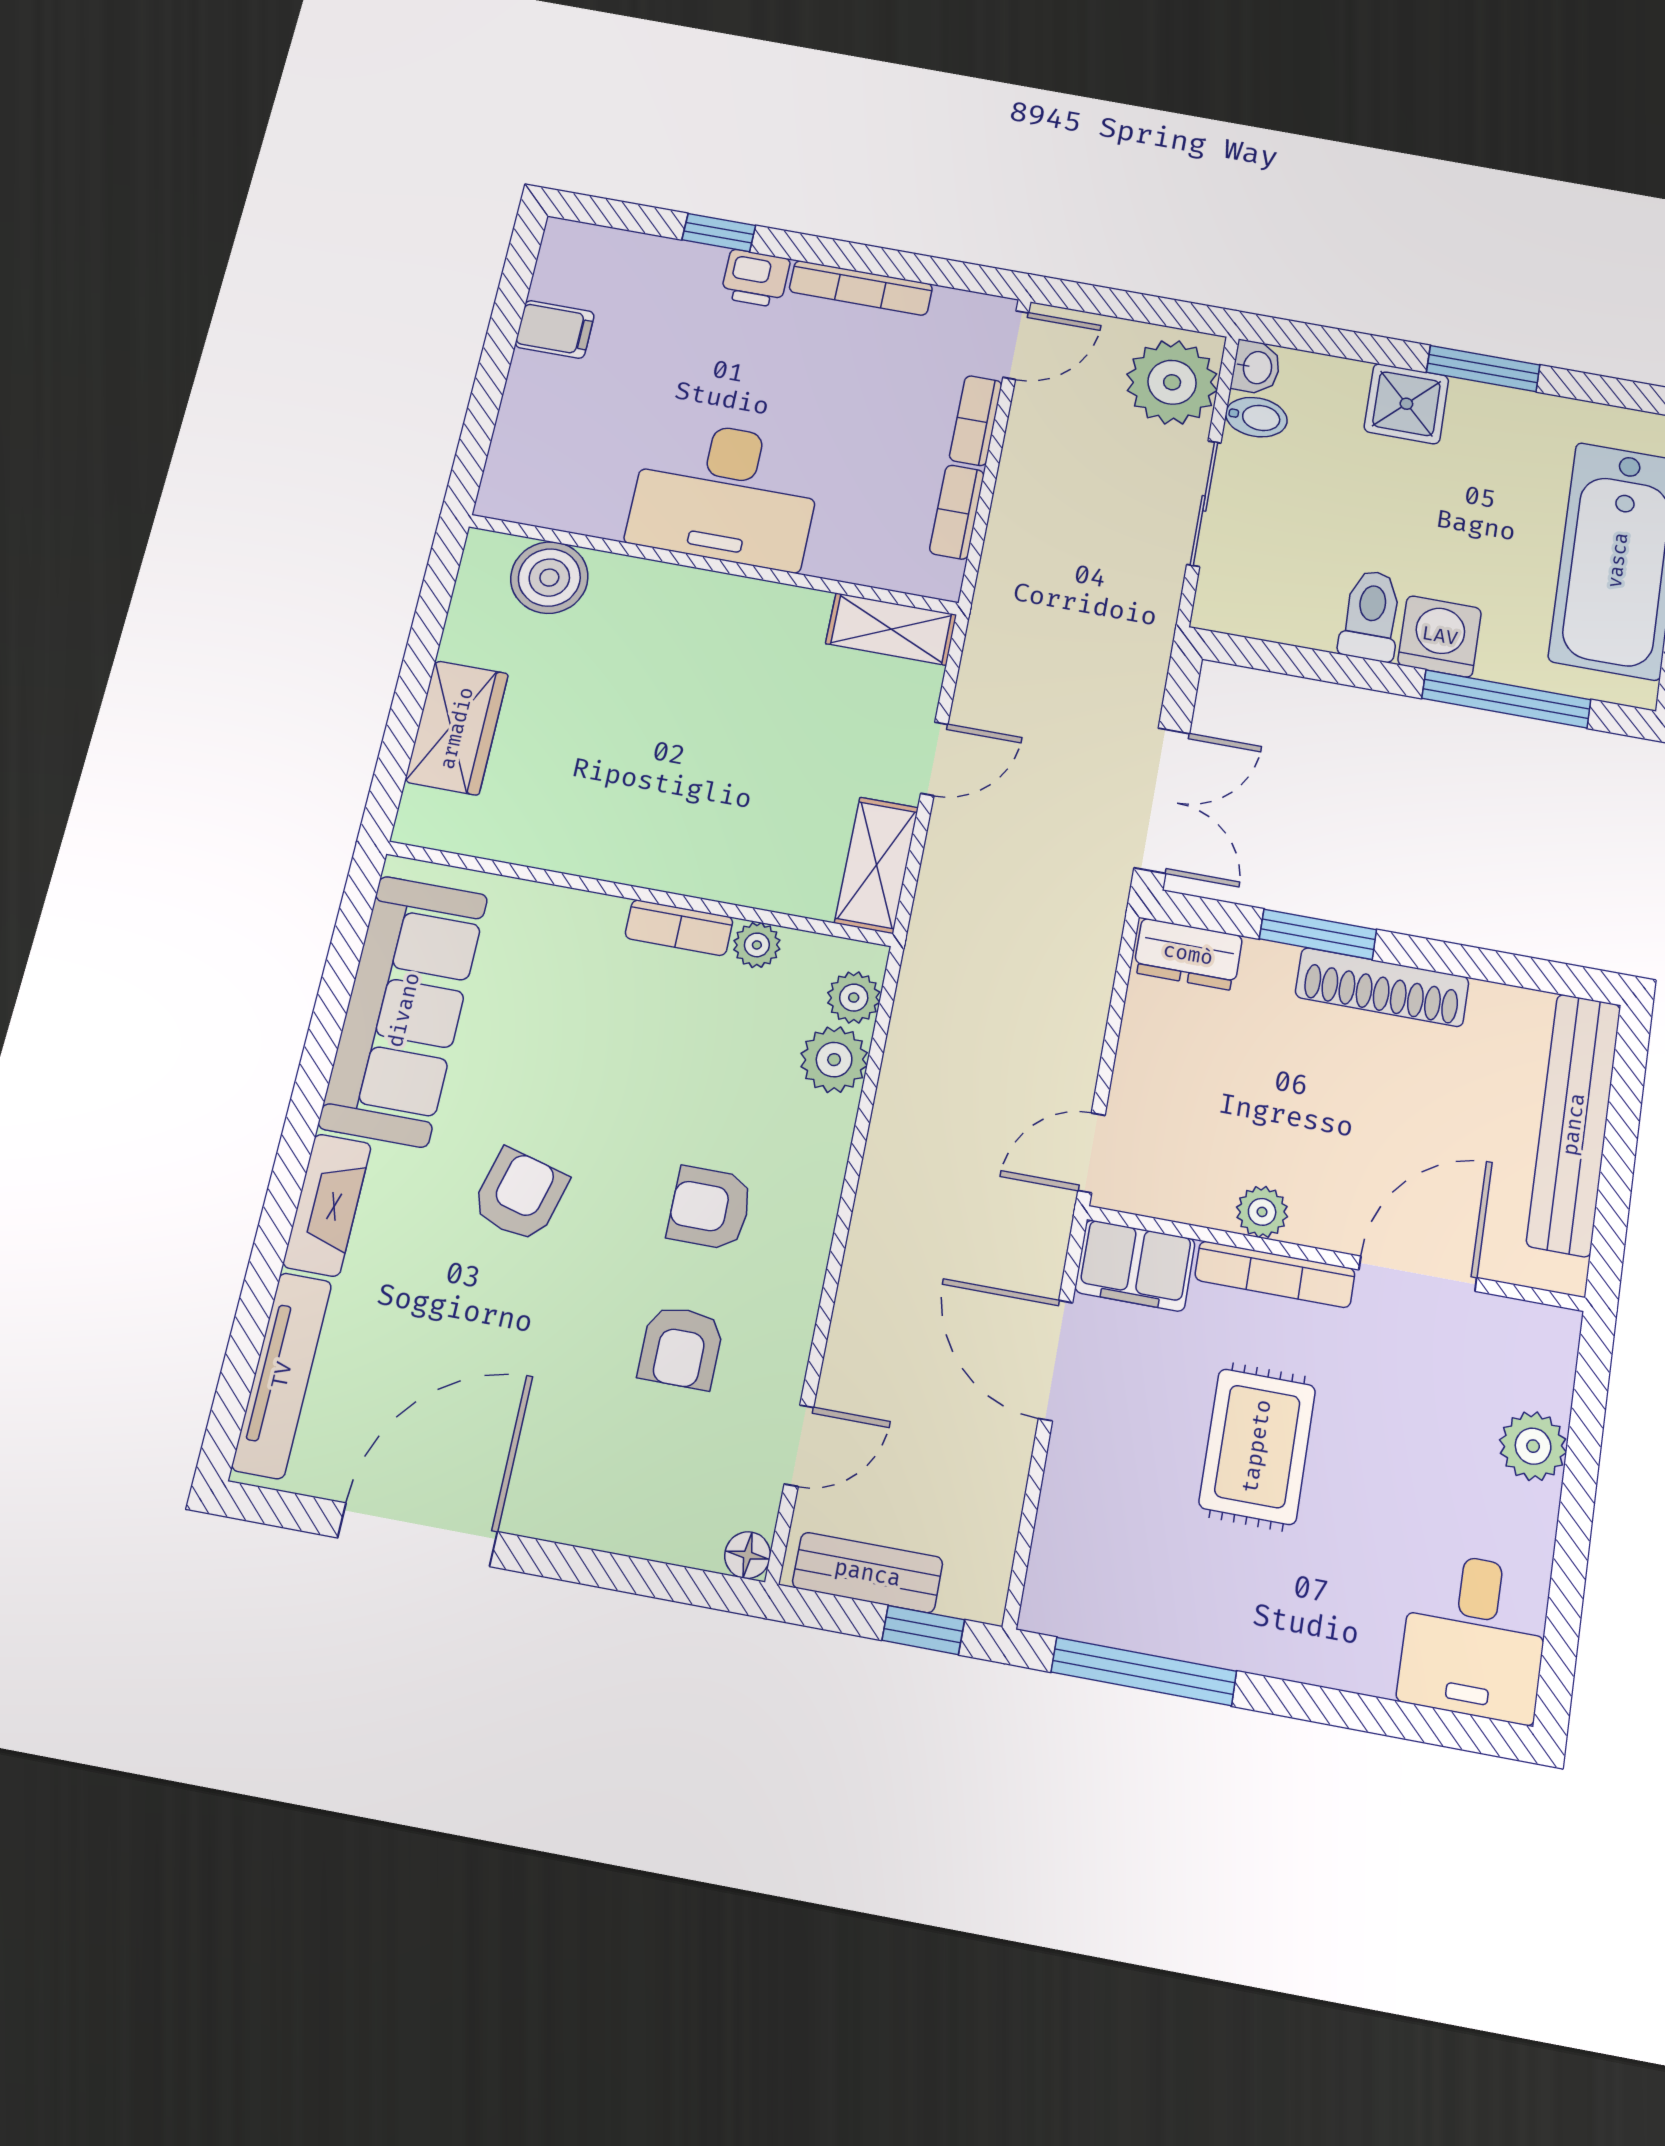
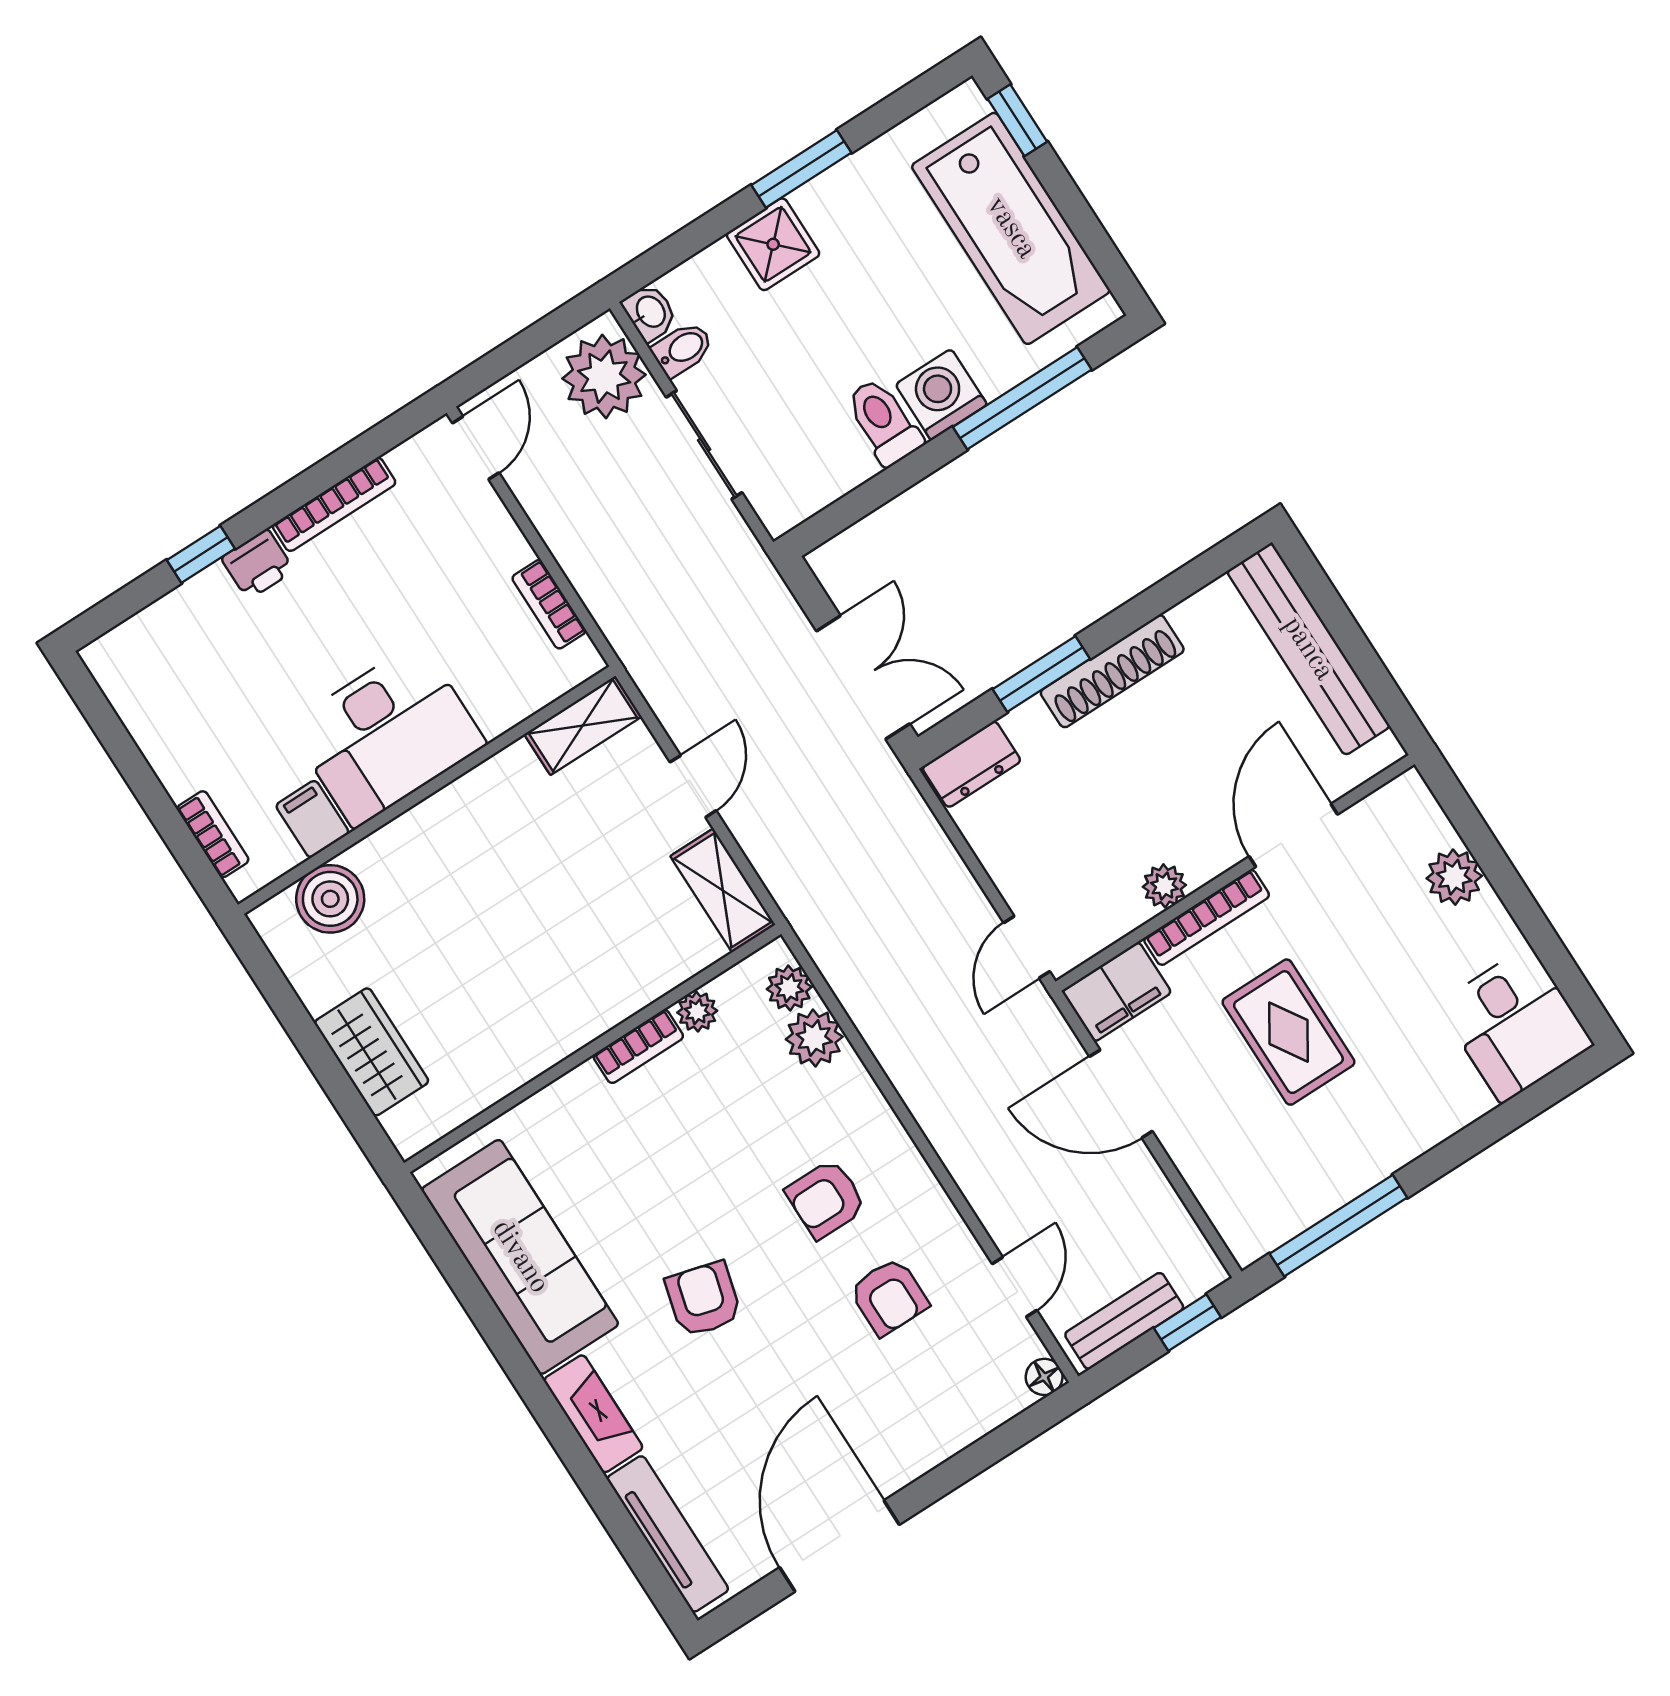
filing cabinet: (555, 329) -> (312, 819), moved, turned -90
bookcase: (976, 421) -> (213, 834), moved, turned 180

